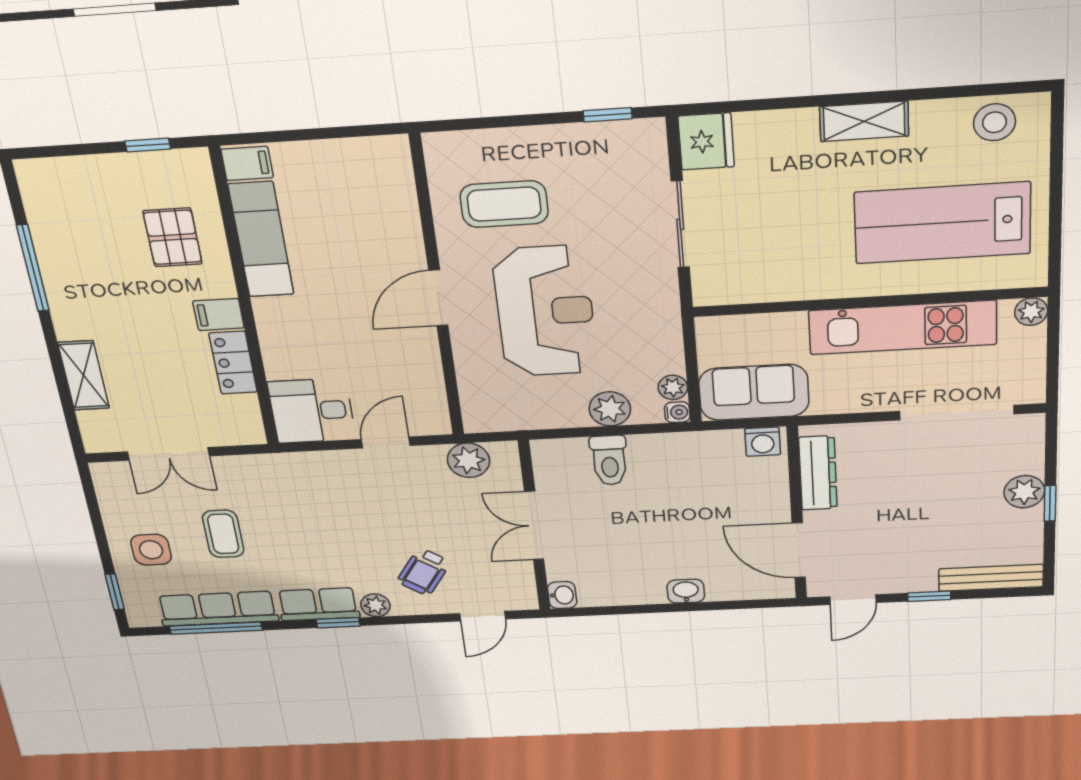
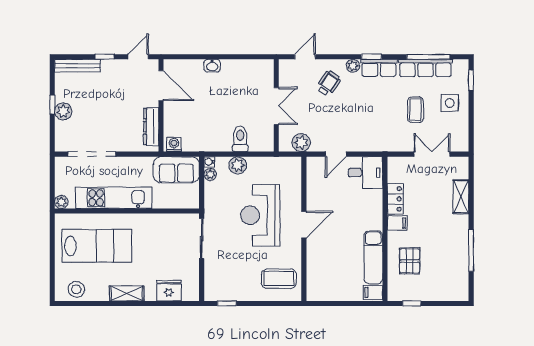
fridge: (706, 141) -> (169, 291), moved, turned 90
coffee table: (504, 204) -> (279, 279), moved
sliding door: (680, 224) -> (202, 239), moved
washbasin: (562, 595) -> (268, 67), removed

